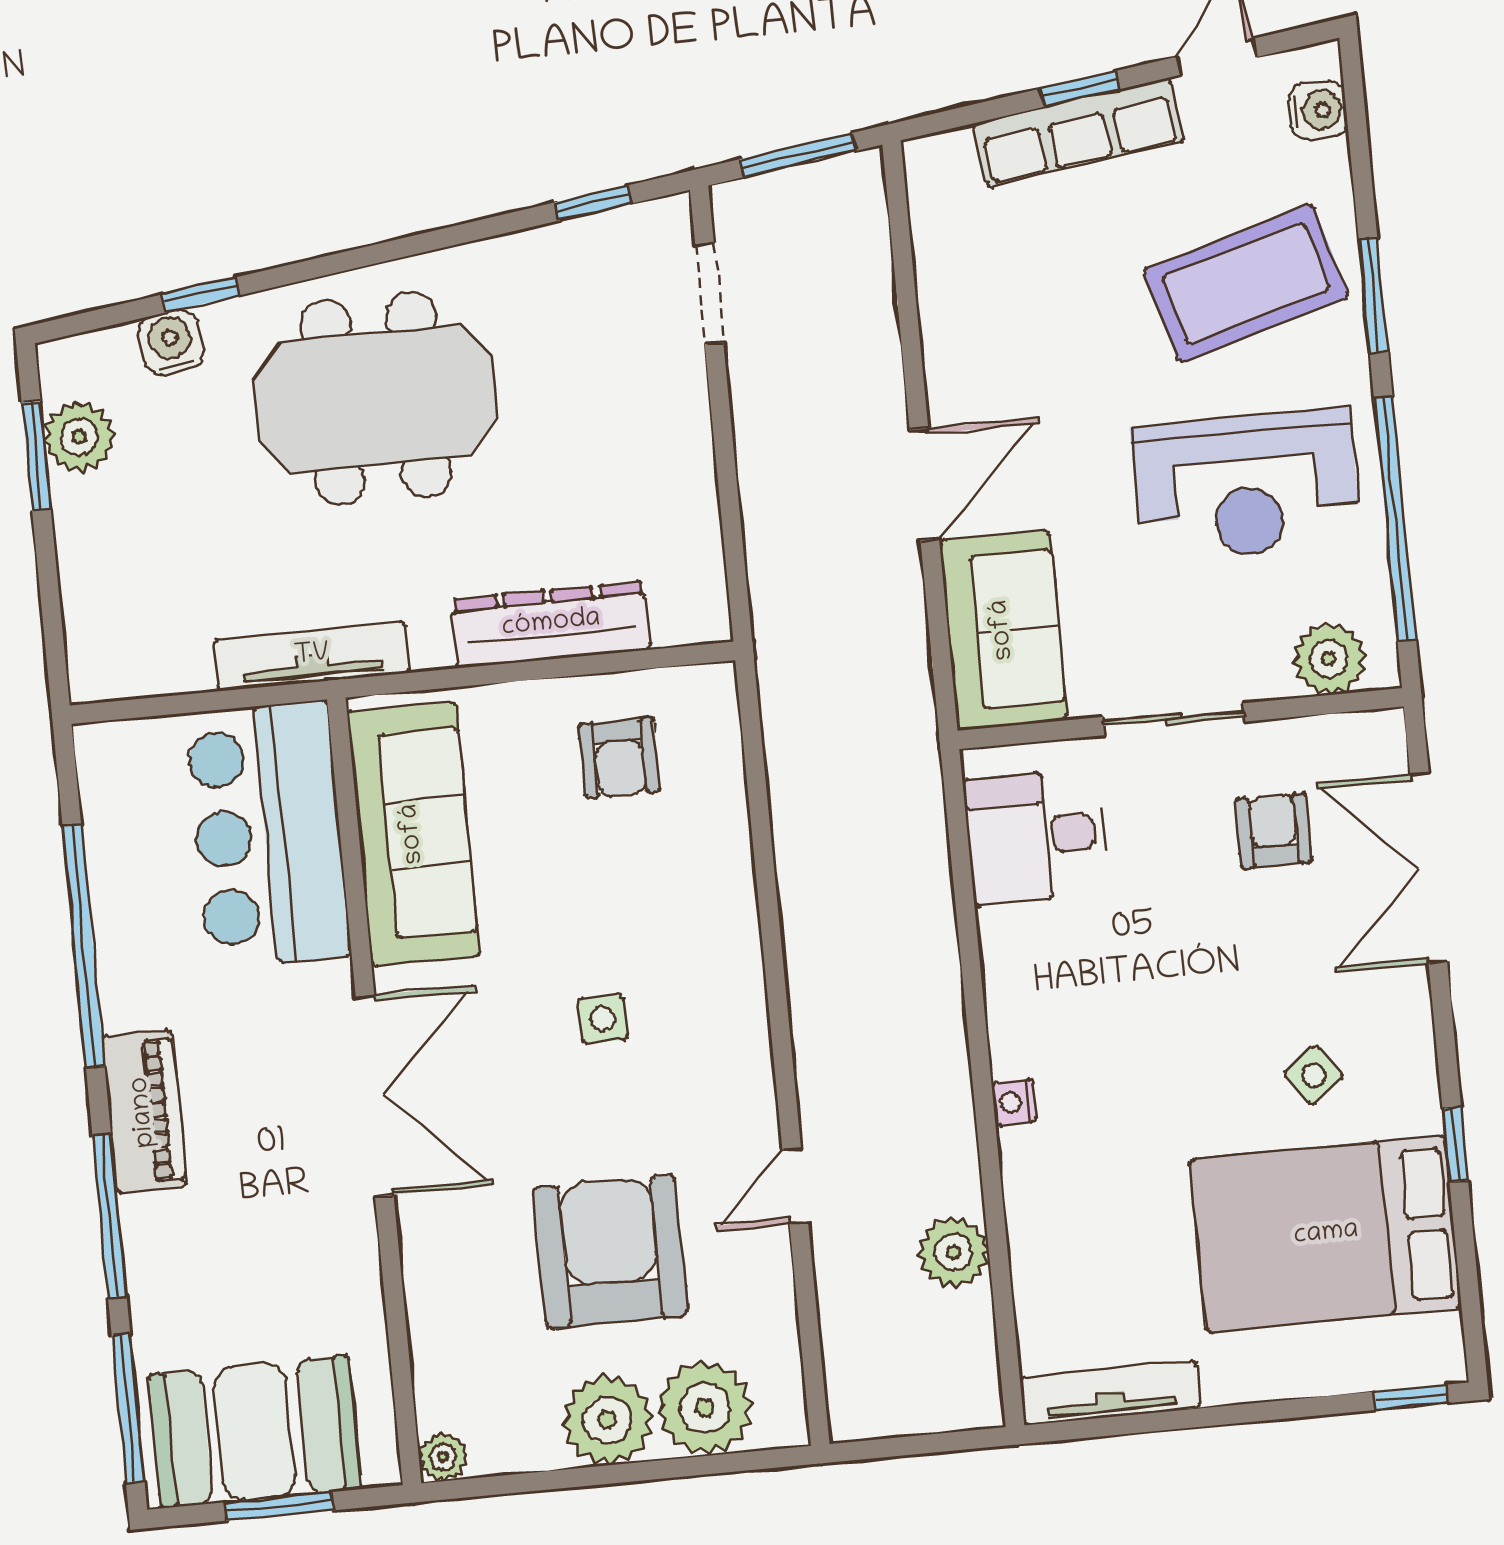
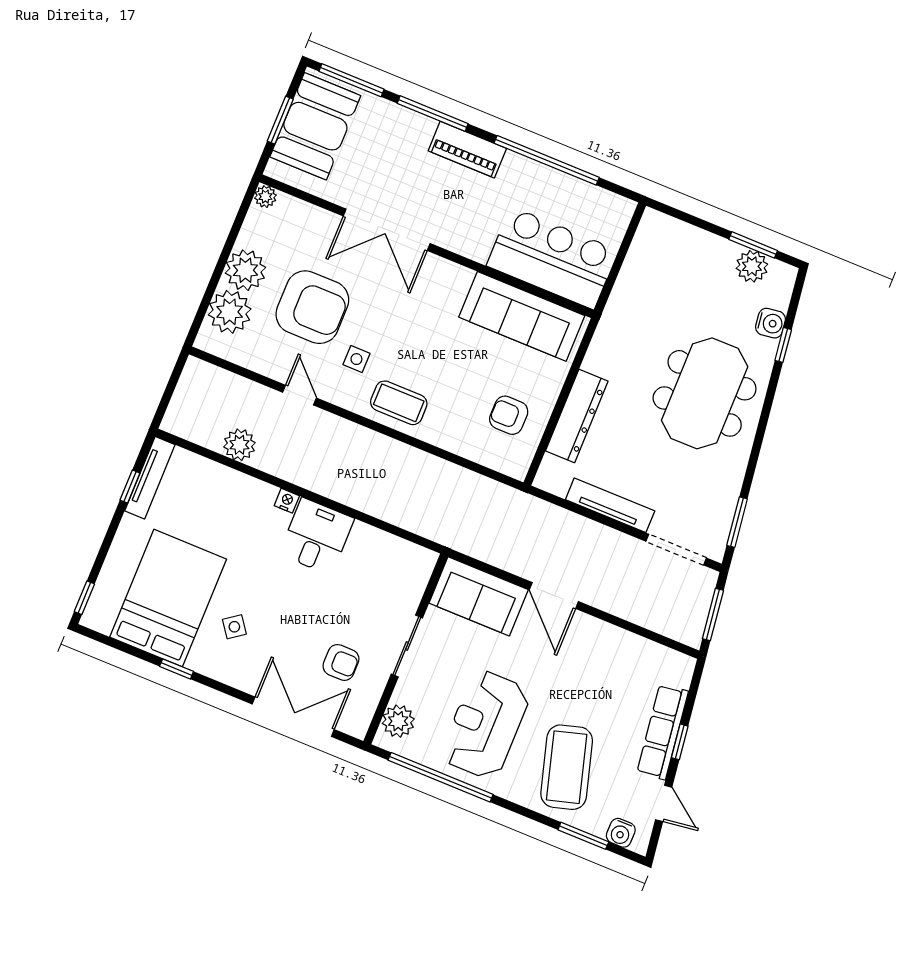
window: (593, 203) -> (737, 522), width x1.50
doorway: (709, 293) -> (676, 550), width x1.38
window: (1373, 295) -> (583, 836), moved
tv unit: (312, 656) -> (610, 505), moved, turned -90
desk: (1036, 837) -> (317, 536), moved
coffee table: (708, 985) -> (399, 403), added
side table: (603, 1019) -> (356, 359), moved
double door: (375, 1096) -> (387, 230), moved
window: (1148, 1423) -> (130, 487), added

